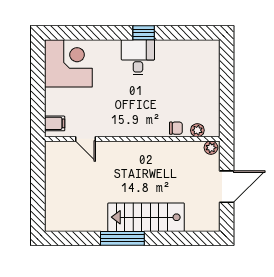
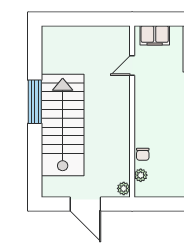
filing cabinet: (55, 123) -> (155, 35), width x2.00
stairs: (146, 217) -> (63, 125), width x1.36, depth x1.51

